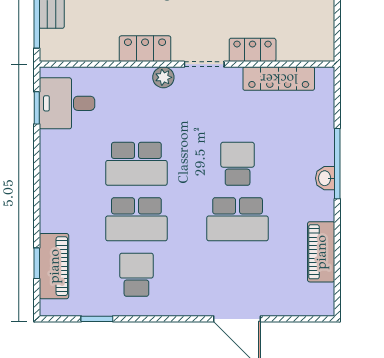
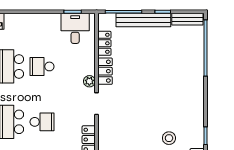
locker: (253, 50) -> (104, 43), moved
school desk: (136, 164) -> (42, 66), width x0.54

